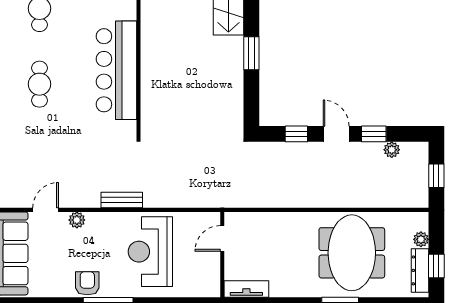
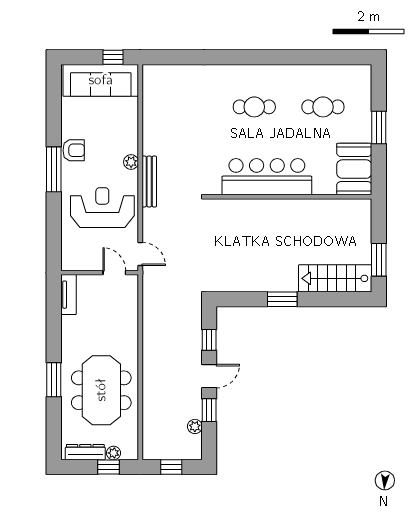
bench: (122, 200) -> (149, 181), width x1.36
door: (46, 210) -> (140, 254), moved
plant: (77, 220) -> (131, 162), moved
meeting table: (352, 253) -> (101, 390), turned 90
window: (436, 266) -> (108, 467), moved

